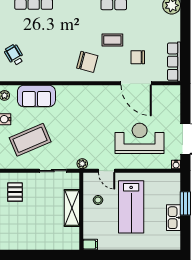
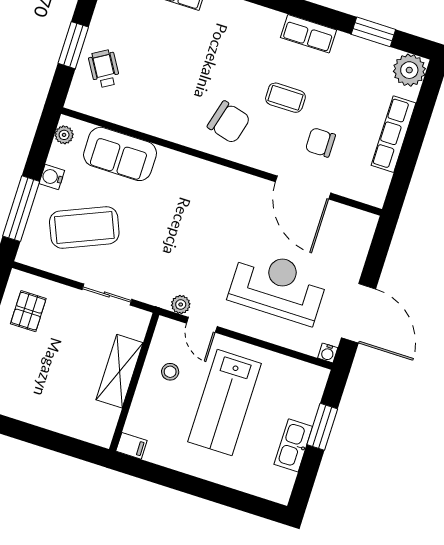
row of seats: (174, 62) -> (394, 134), moved
plant: (82, 164) -> (181, 305), moved

